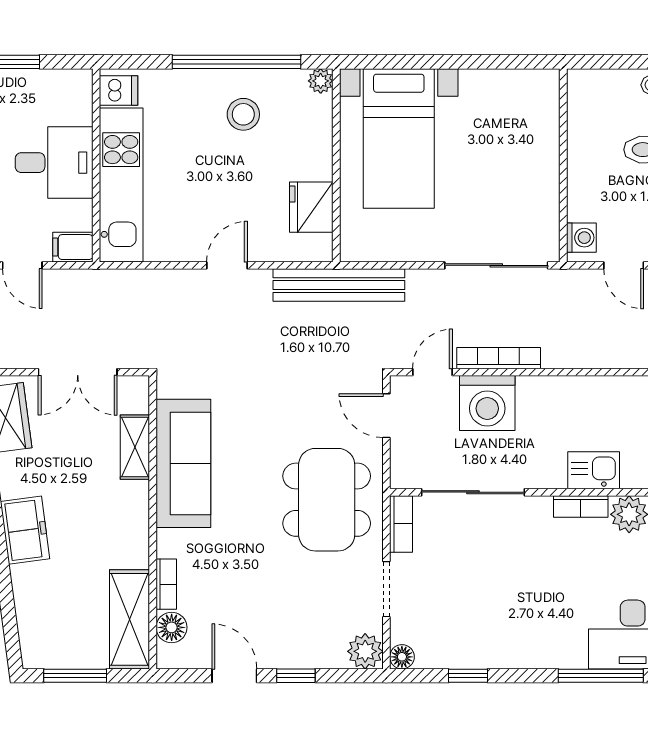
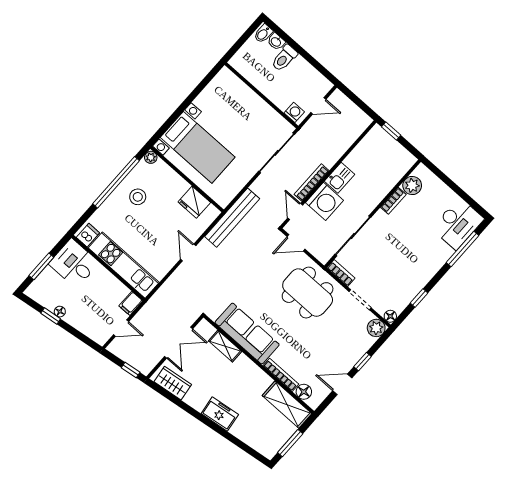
desk: (54, 163) -> (74, 263), moved, turned -90
kitchen sink: (594, 470) -> (340, 178), moved, turned 180
bookcase: (166, 584) -> (281, 375), width x1.56

